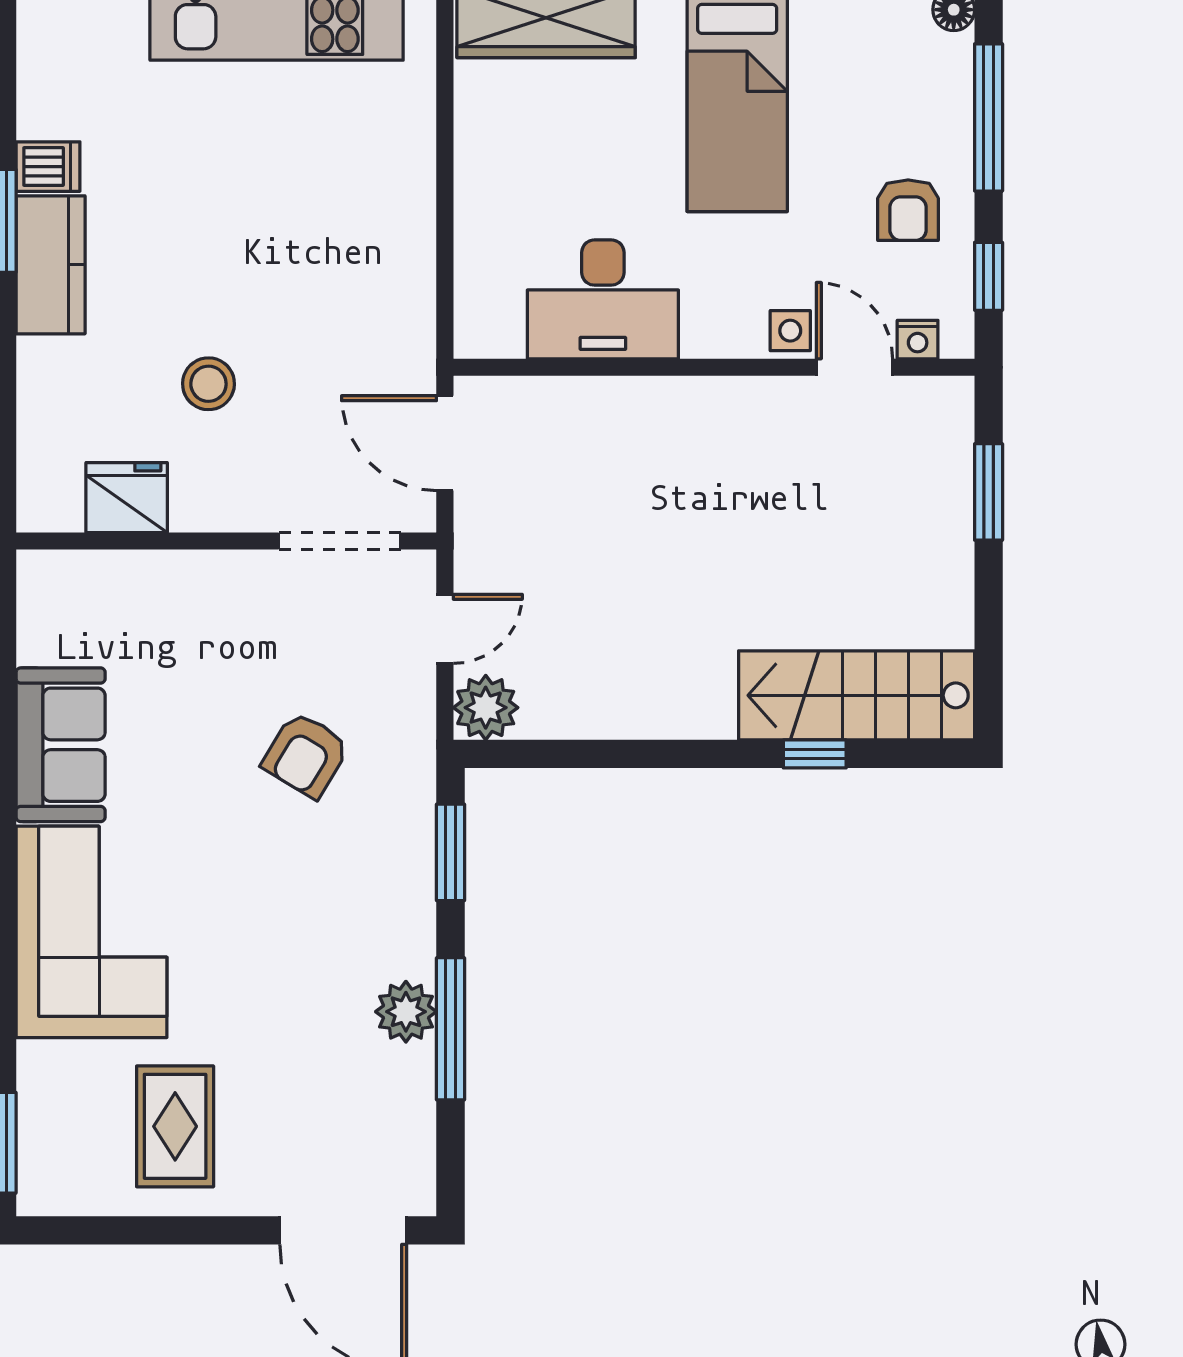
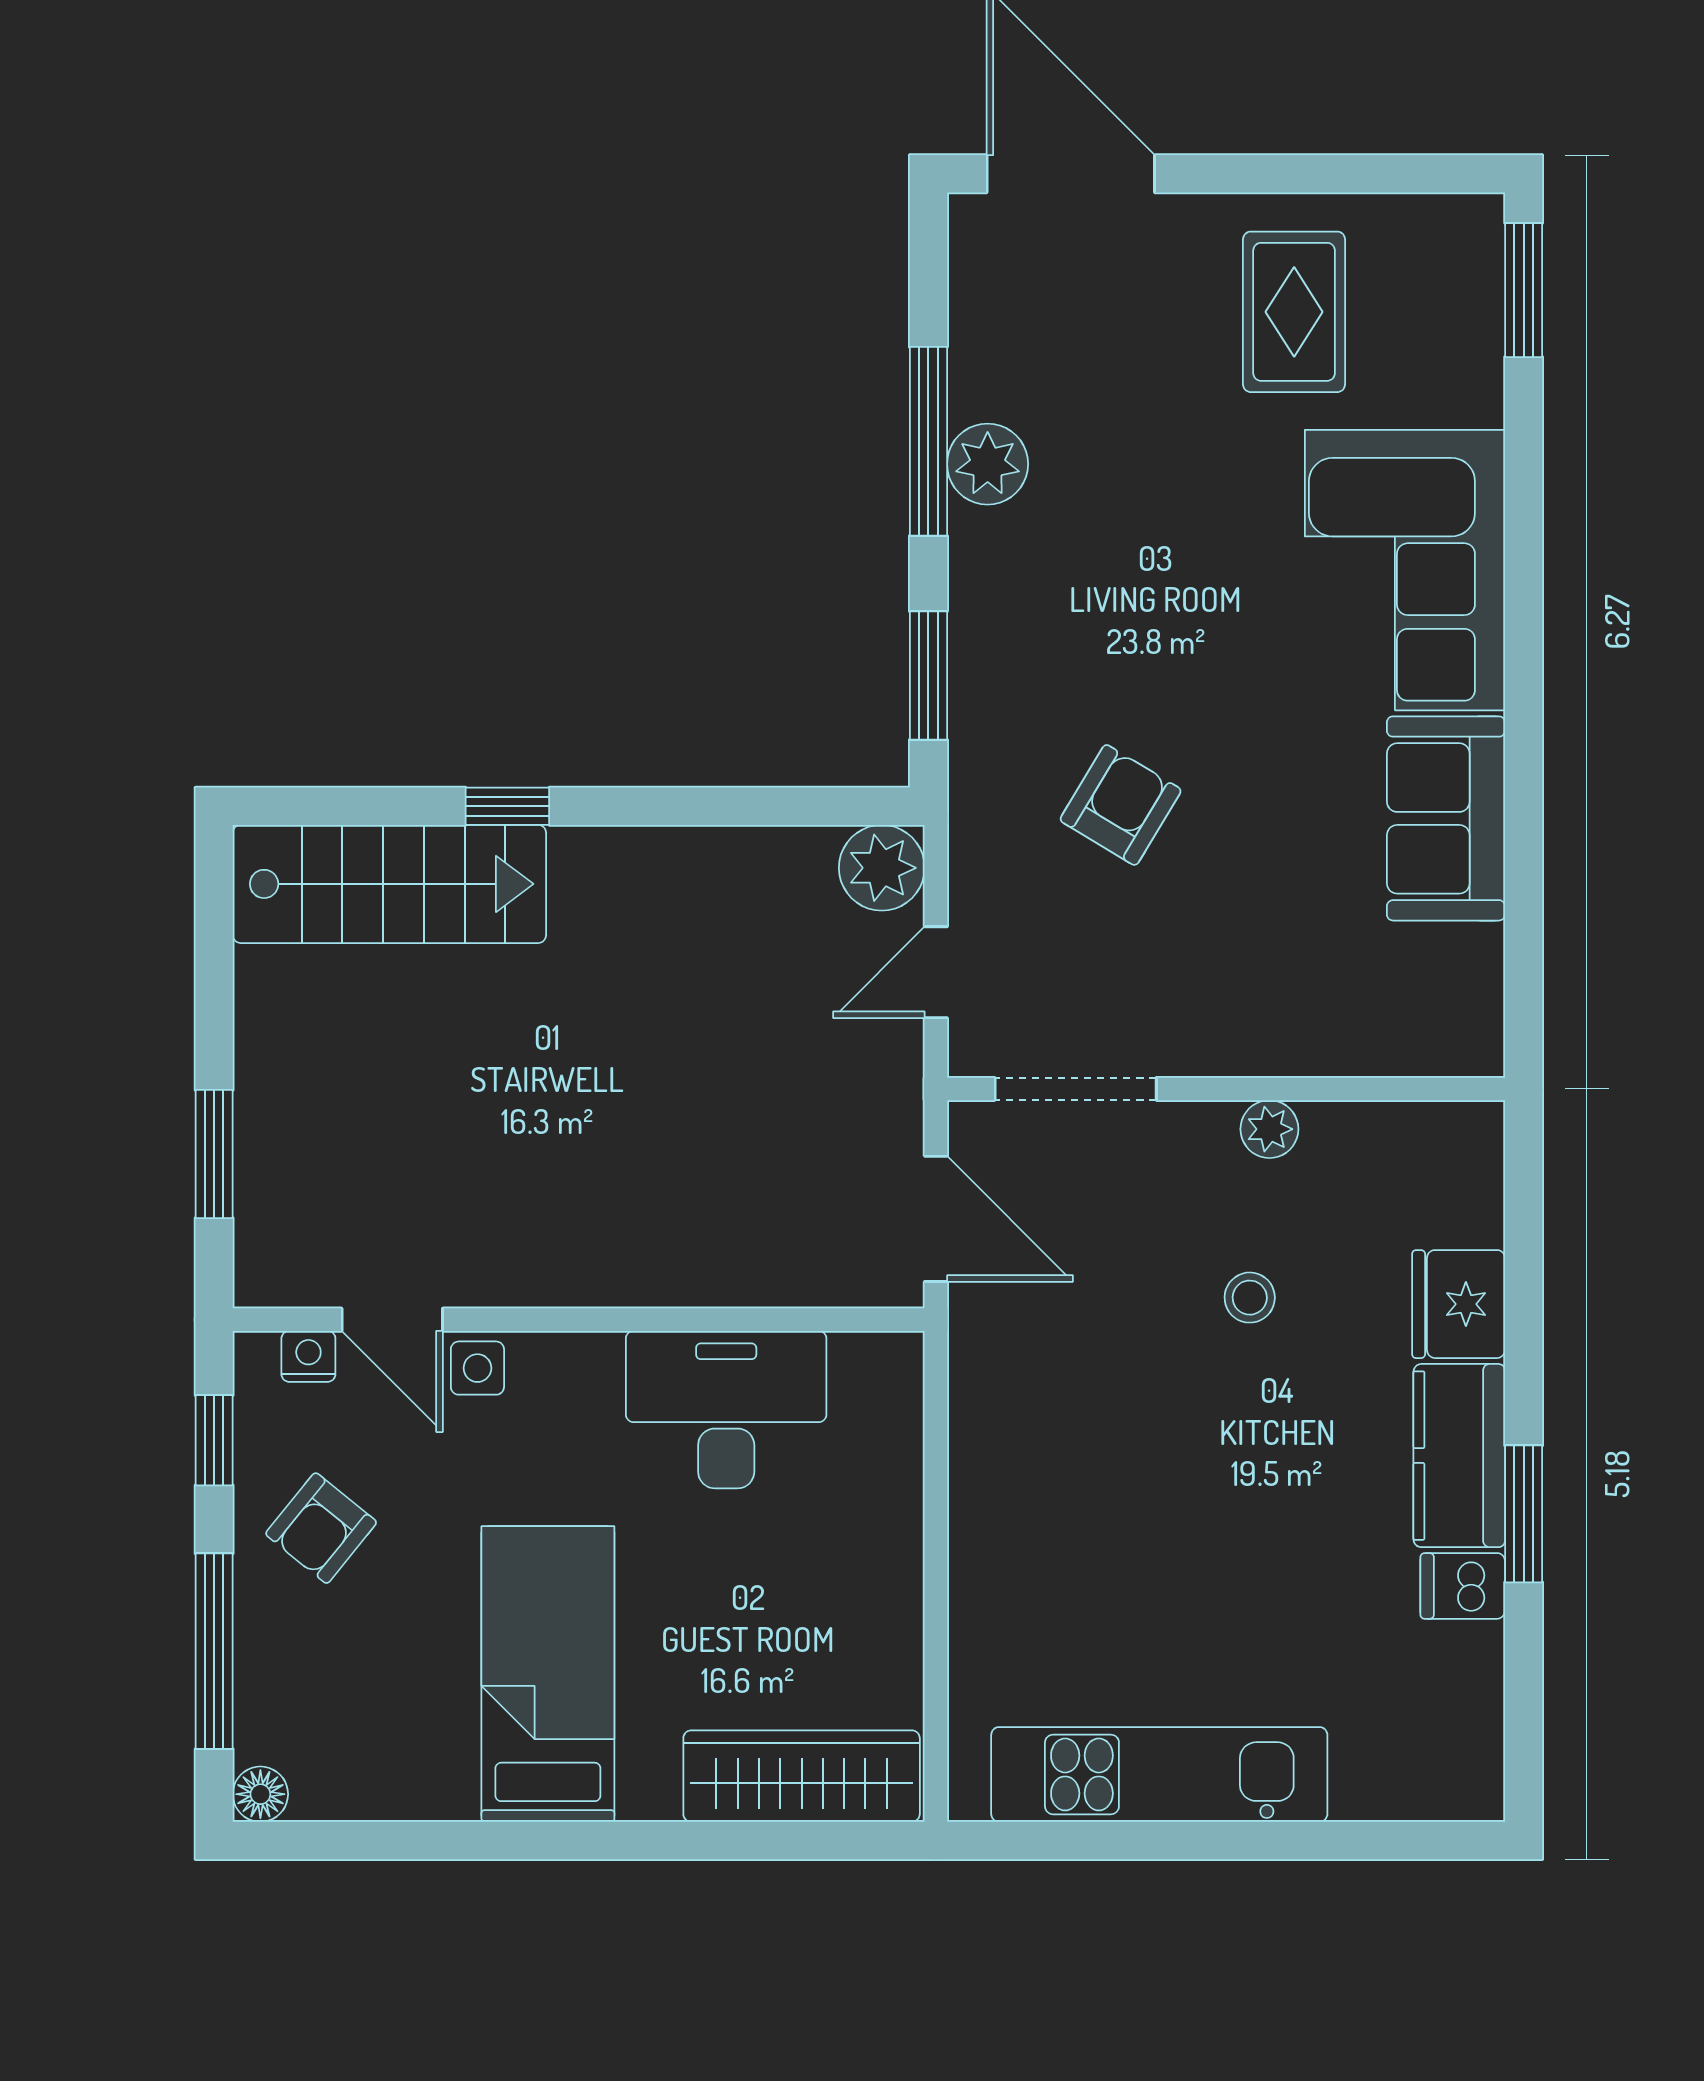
armchair: (908, 210) -> (321, 1528), turned -141
stool: (208, 384) -> (1250, 1298), width x0.73, depth x0.73
fridge: (127, 498) -> (1459, 1304), moved, turned 90
plant: (194, 511) -> (1269, 1129), added
window: (815, 754) -> (507, 806), moved

